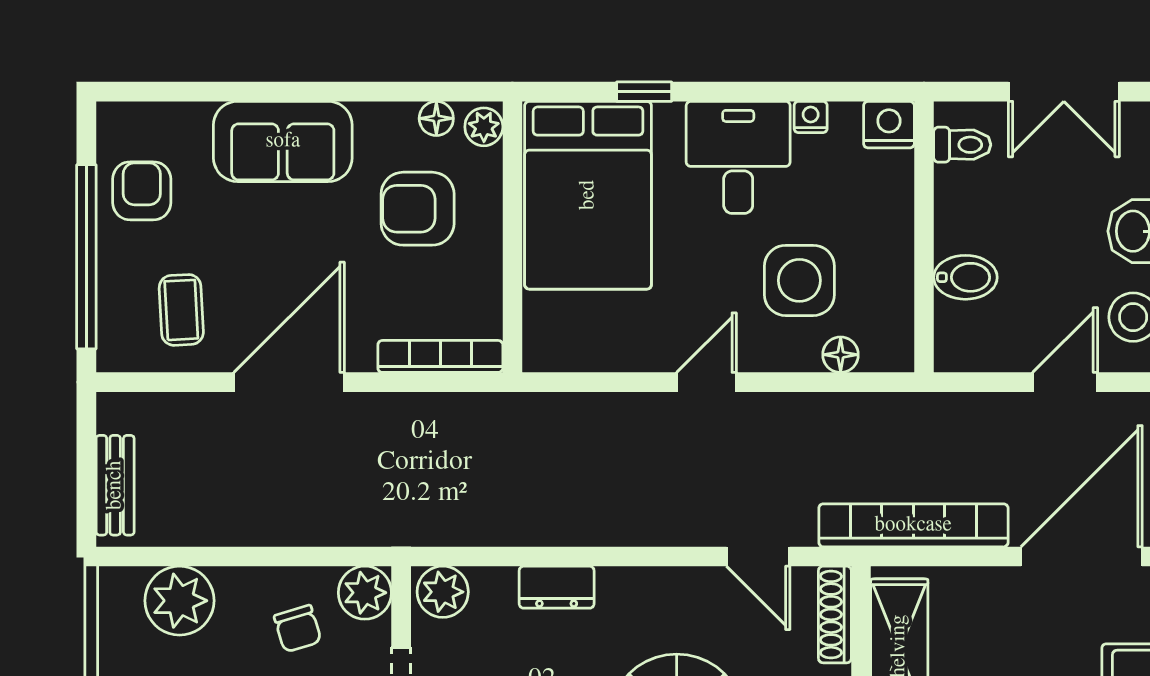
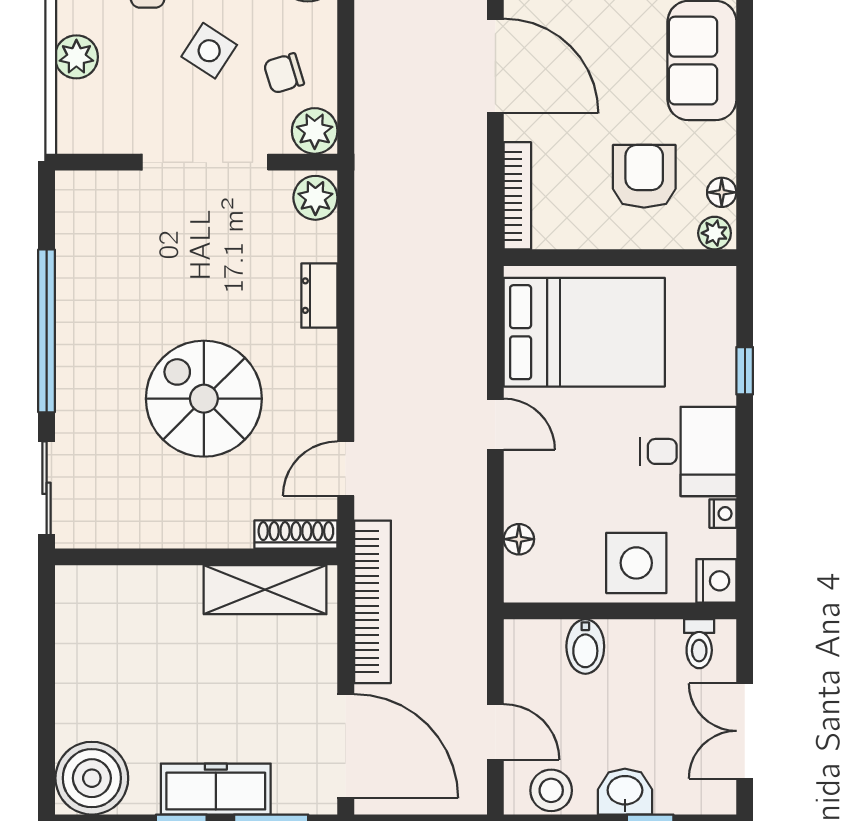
bed: (588, 195) -> (584, 332), moved, turned 180
side table: (799, 280) -> (636, 563), moved

